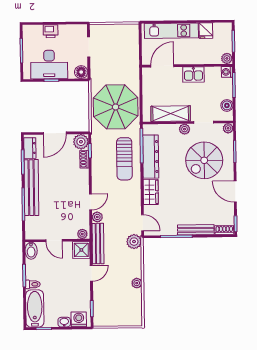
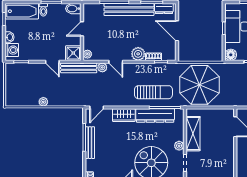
kitchen sink: (193, 74) -> (227, 154), removed
plant: (81, 142) -> (138, 54), moved
sun lounger: (124, 159) -> (153, 92), turned 180
bench: (196, 230) -> (90, 143), moved
plant: (134, 242) -> (80, 100), removed

